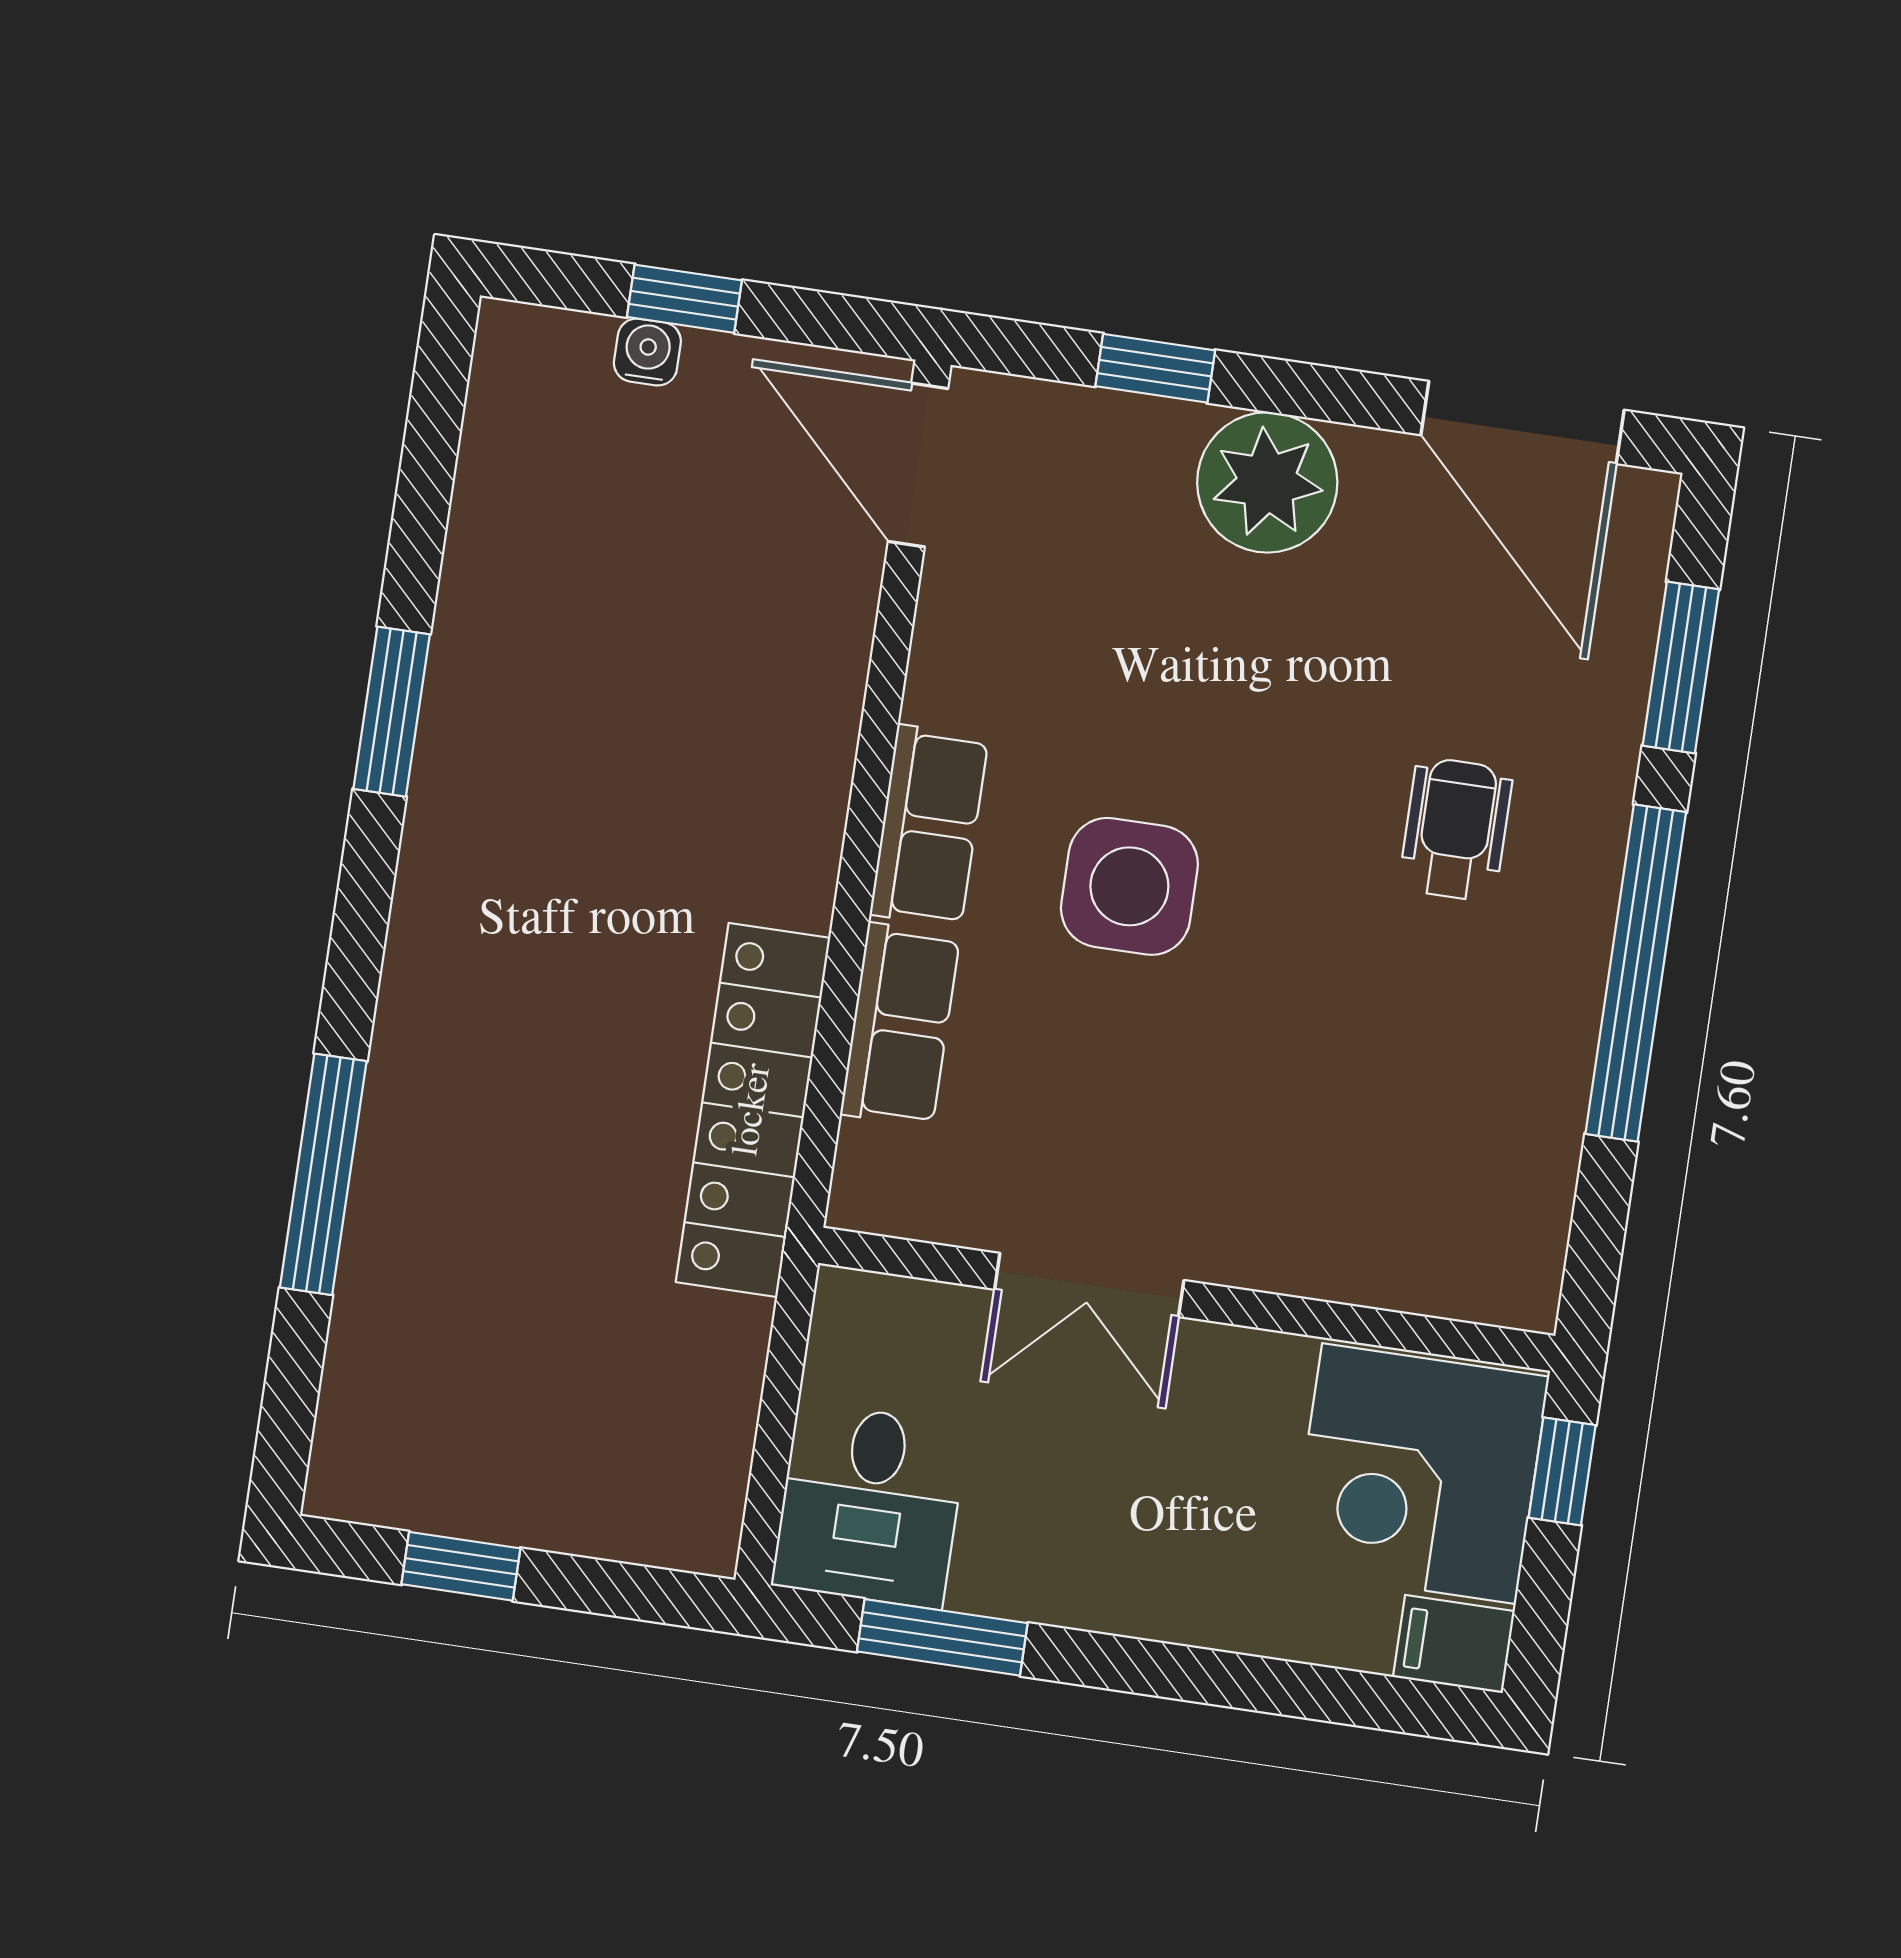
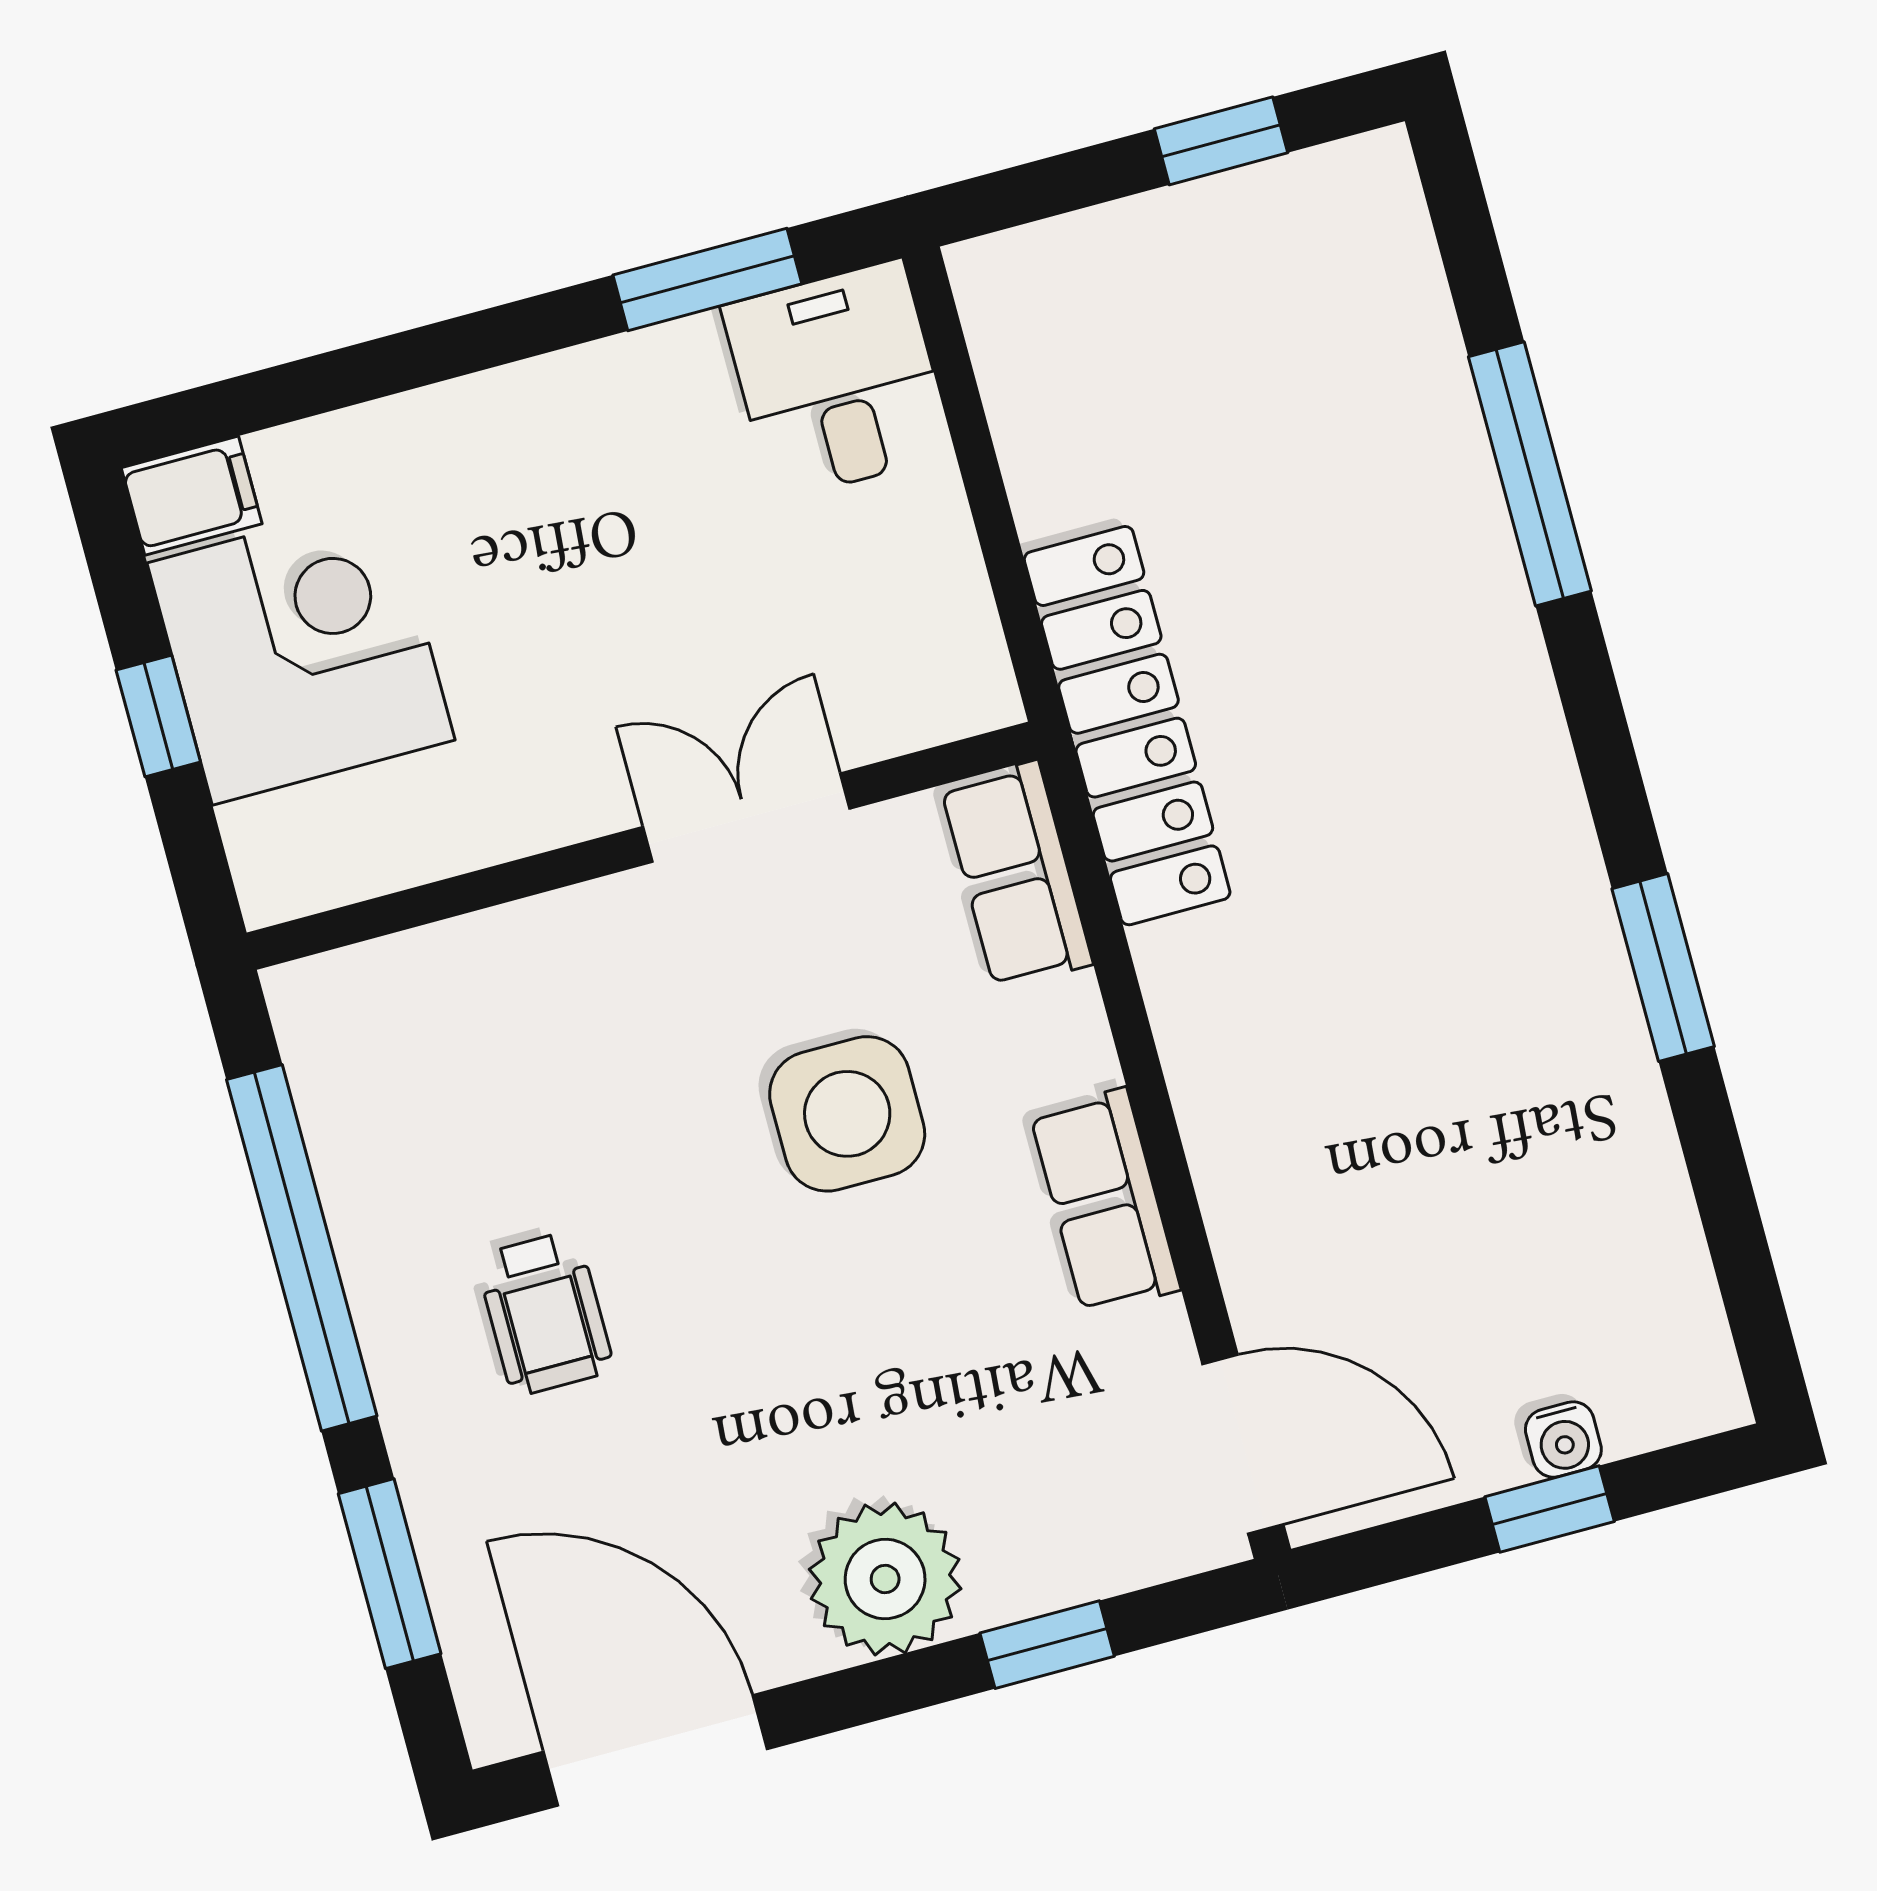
row of seats: (929, 826) -> (1105, 1201), moved
double door: (1089, 1285) -> (746, 818), moved
wall: (1187, 1299) -> (642, 846), moved

